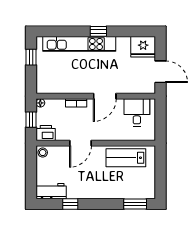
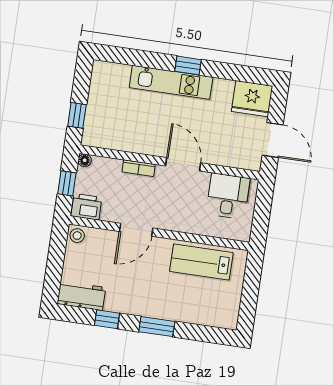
kitchen unit: (79, 44) -> (171, 82), width x0.73
window: (31, 57) -> (77, 115), moved
door: (105, 96) -> (183, 164), swing flipped
window: (135, 204) -> (157, 327), moved

